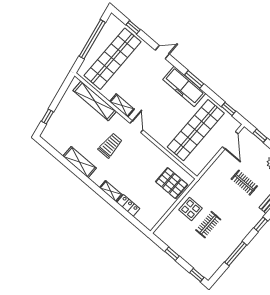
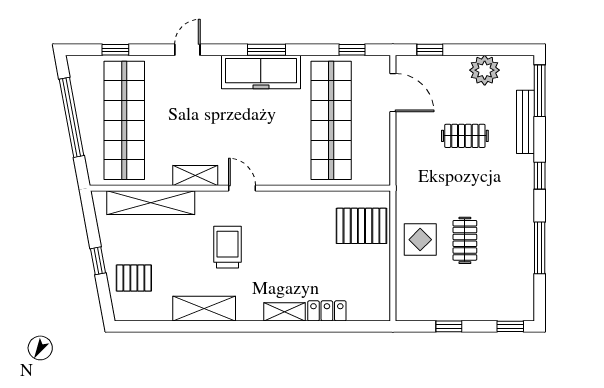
window: (47, 117) -> (98, 261), moved
pallet: (62, 126) -> (134, 278), added

